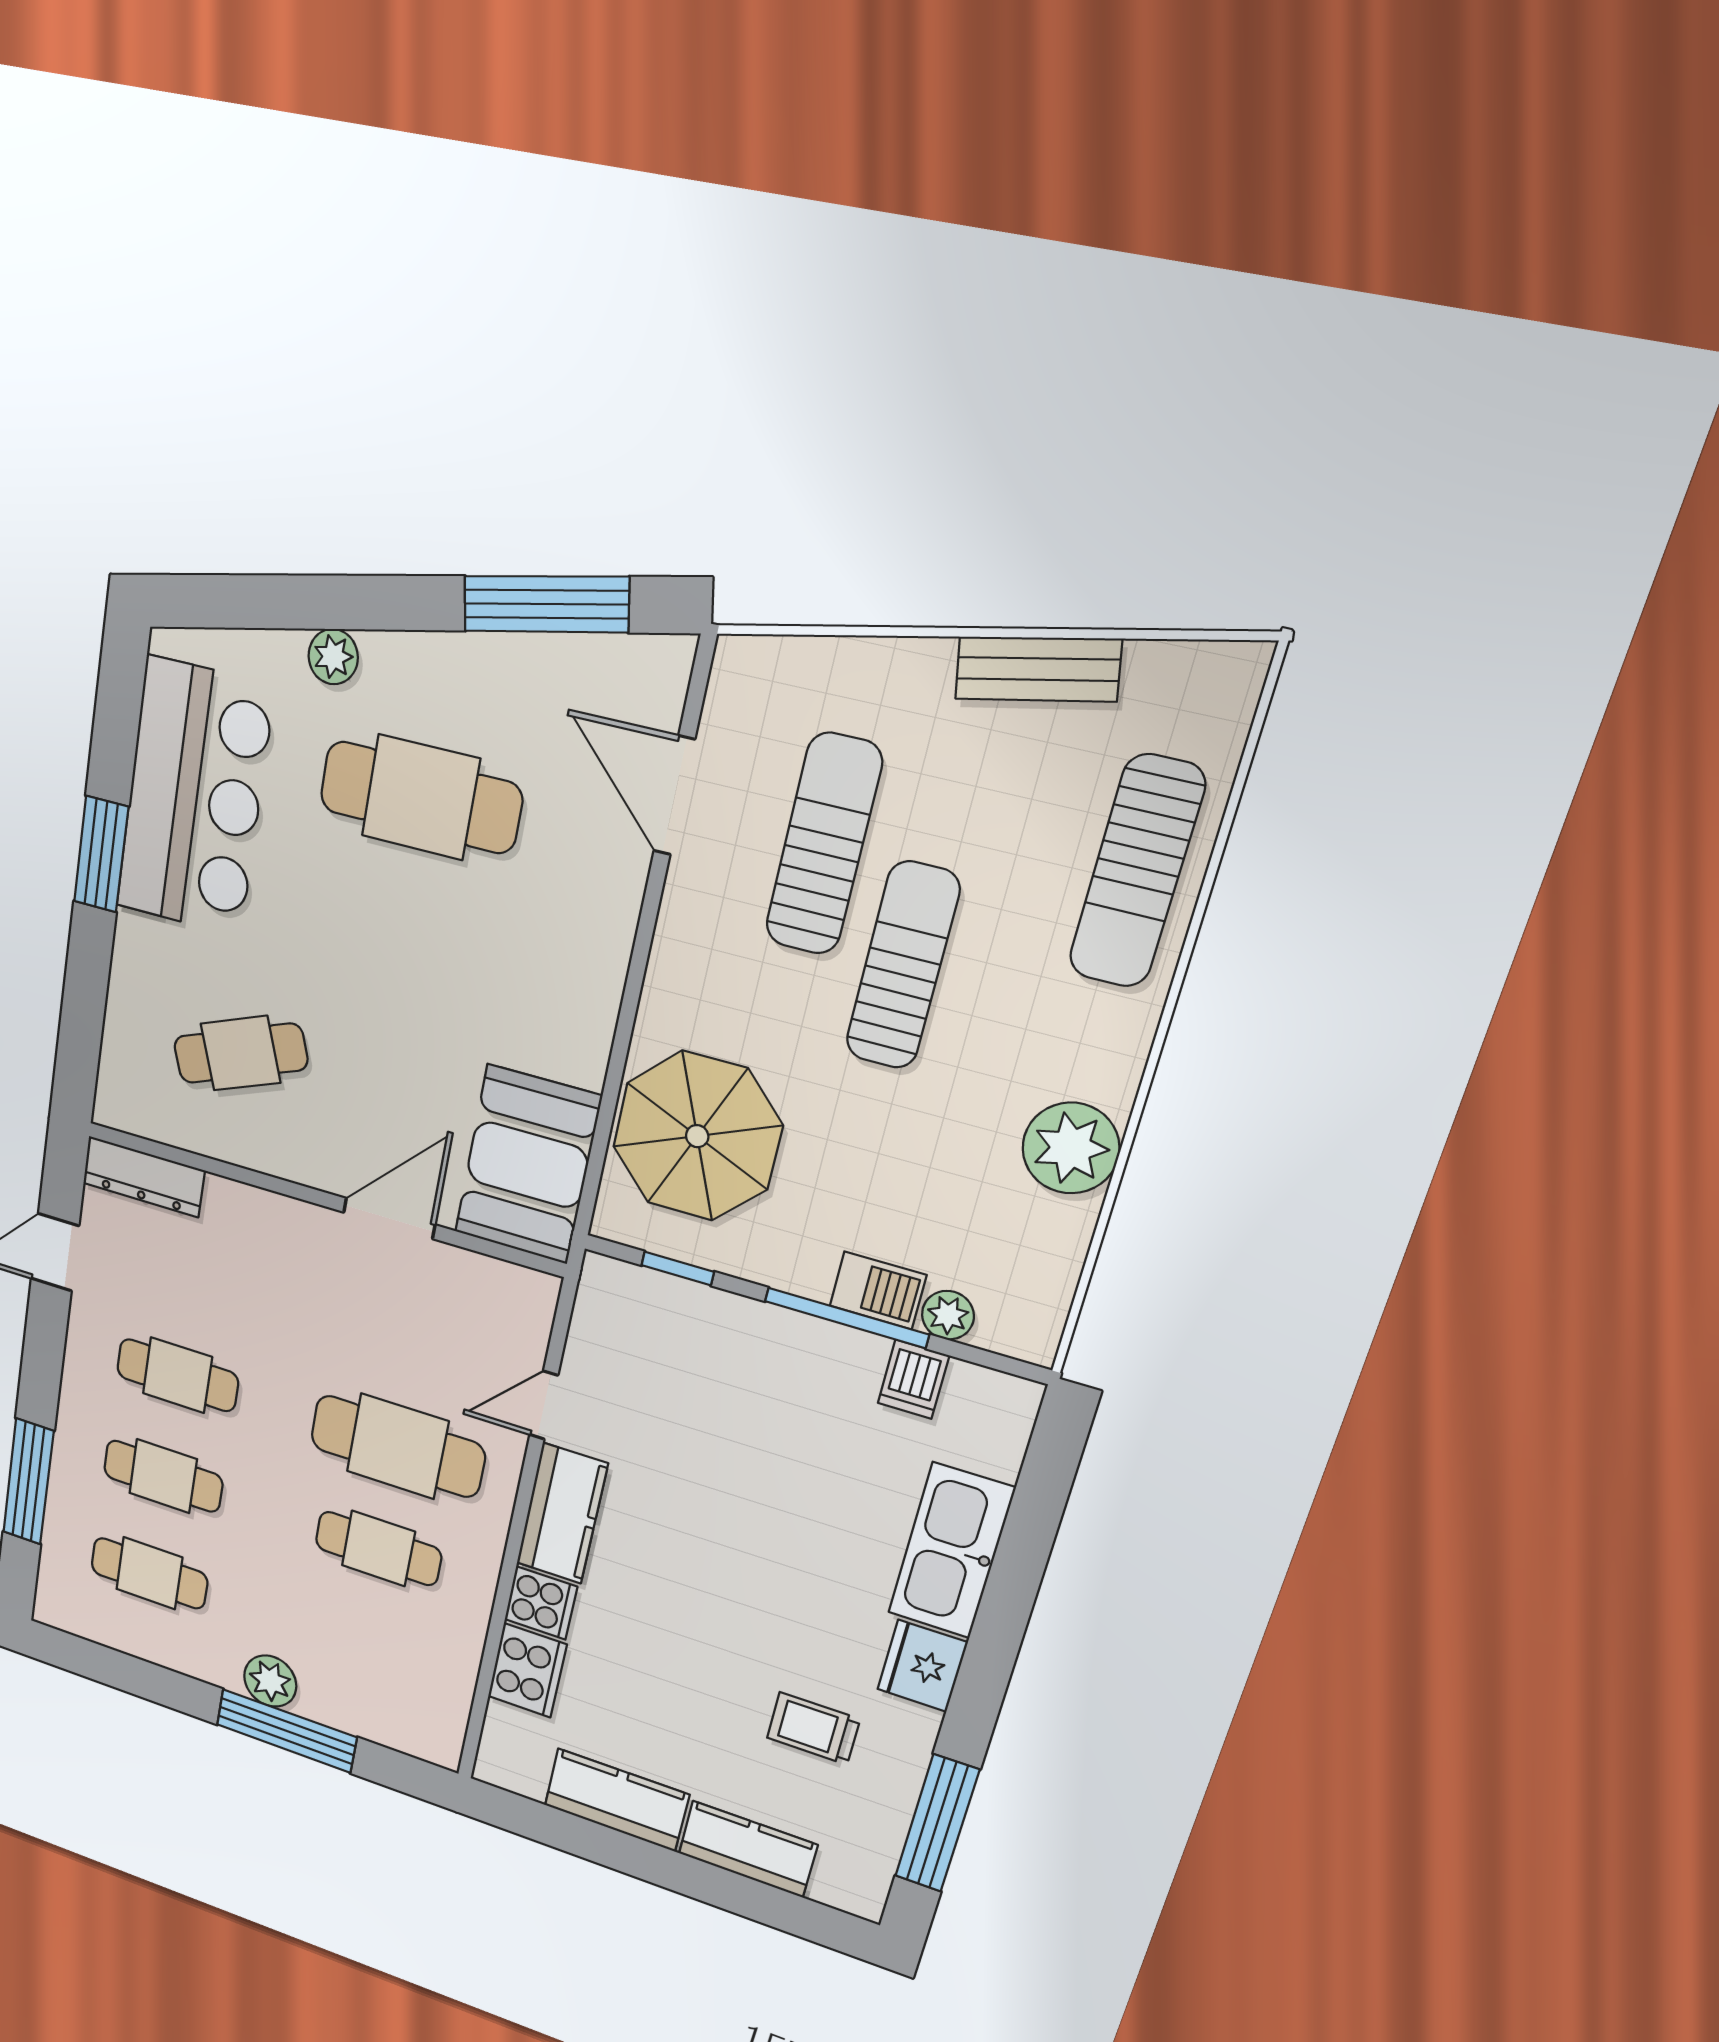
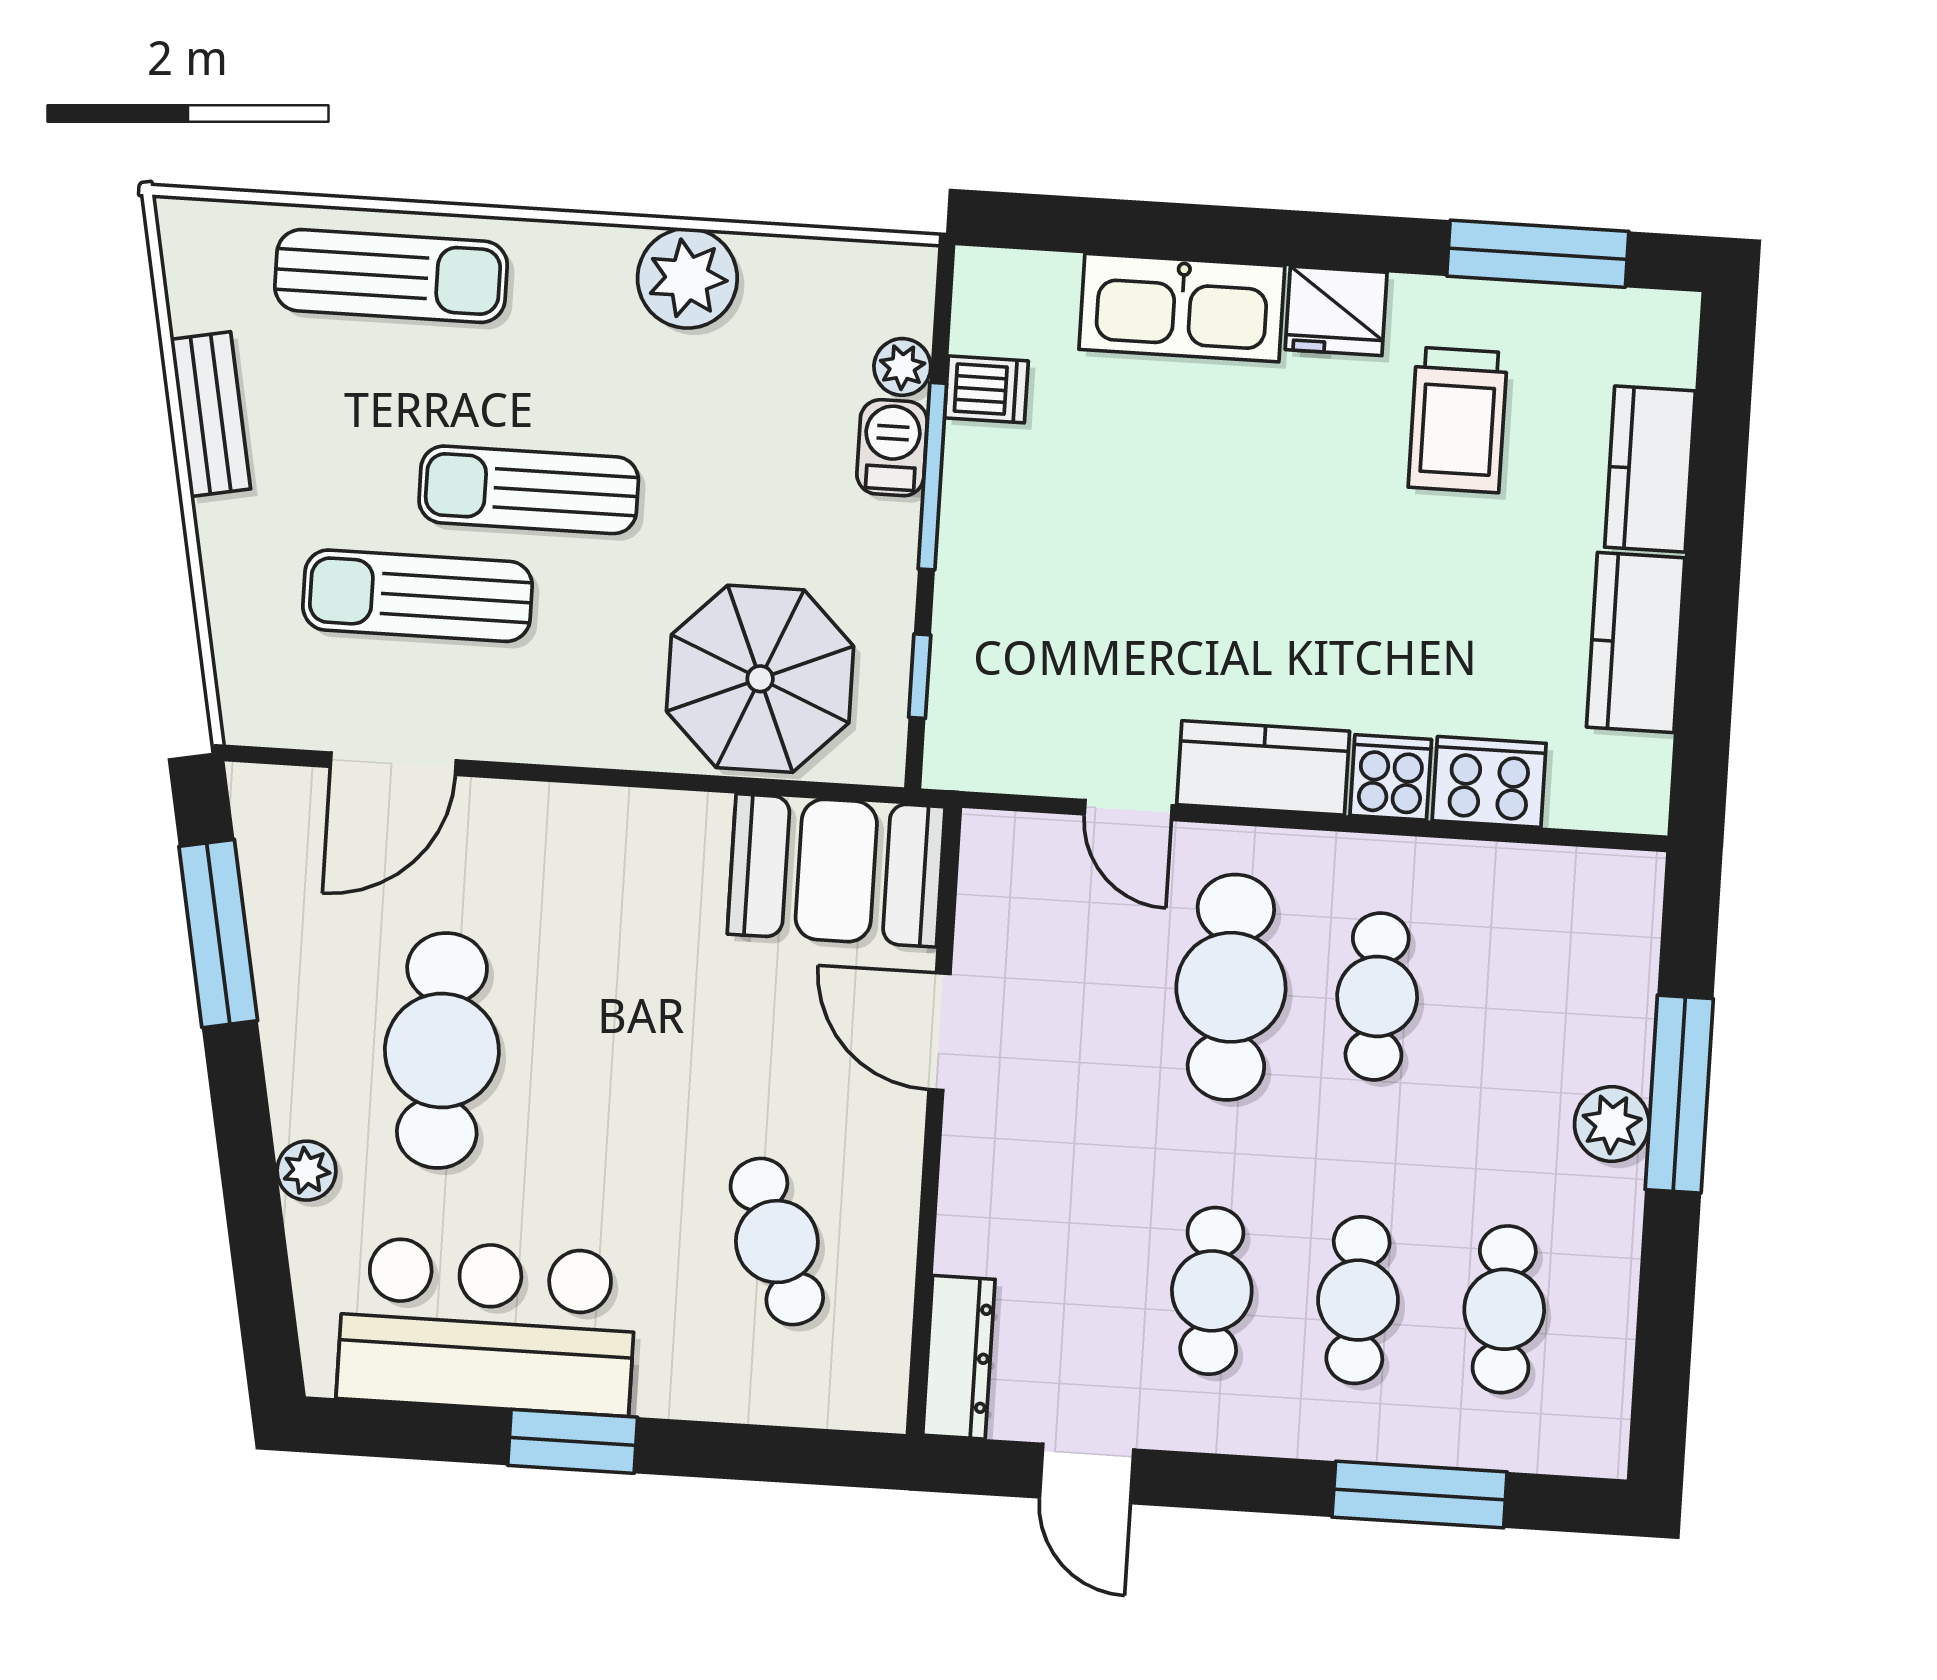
trolley: (813, 1728) -> (1458, 420), width x1.36, depth x1.39

